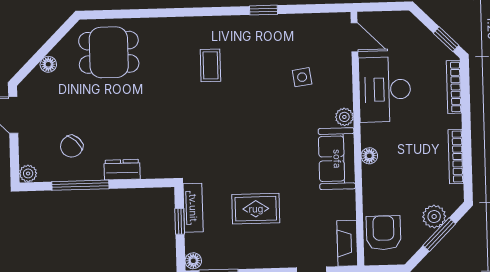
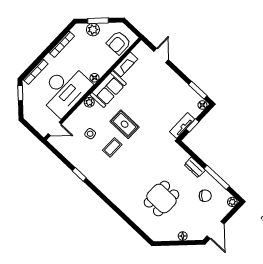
door: (354, 37) -> (55, 129), swing flipped
dining table: (109, 52) -> (161, 199), moved, turned 90
coffee table: (210, 65) -> (112, 147), moved
desk: (385, 89) -> (65, 90), width x1.36, depth x1.30
rug: (256, 209) -> (125, 124), moved
fireplace: (347, 243) -> (126, 64), moved

